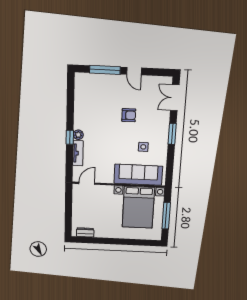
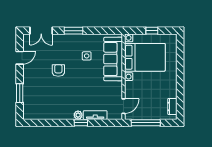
window: (105, 70) -> (20, 93), width x0.69
door: (134, 71) -> (20, 58), moved
door: (87, 183) -> (123, 106), swing flipped
window: (69, 205) -> (146, 123), added
window: (166, 216) -> (152, 31), width x0.46

